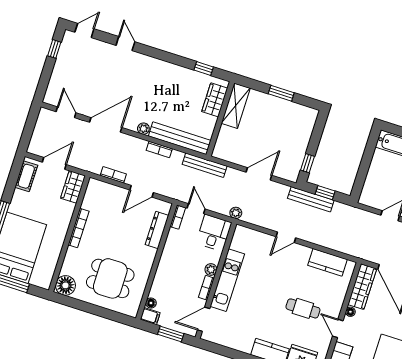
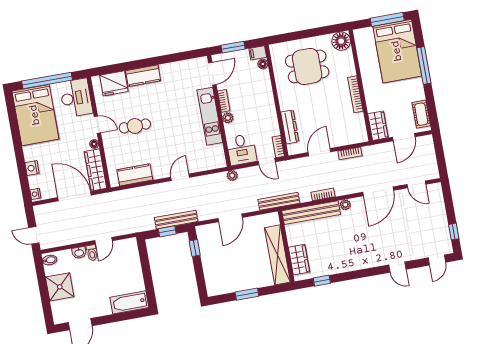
shelving: (236, 106) -> (277, 255), width x1.47

